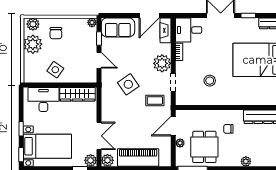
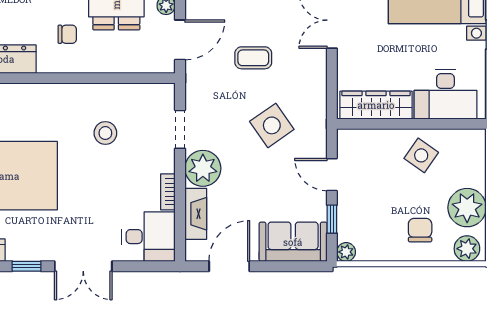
fireplace: (166, 30) -> (196, 214), moved
coffee table: (155, 100) -> (253, 58), moved

